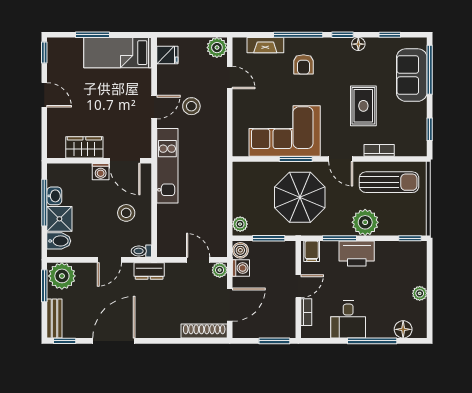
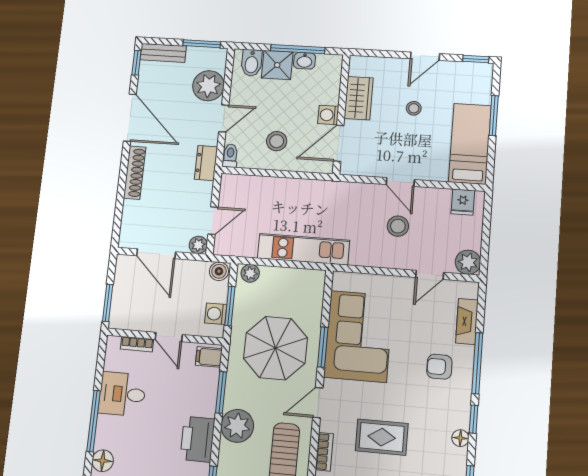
stool: (90, 101) -> (414, 108), added
kitchen unit: (167, 166) -> (303, 249), moved, turned 180
printer: (357, 253) -> (197, 439), moved
door: (109, 260) -> (224, 118), swing flipped
washing machine: (241, 268) -> (216, 314), moved, turned 90
plant: (62, 276) -> (208, 86), moved
shoe rack: (204, 331) -> (135, 173), moved

